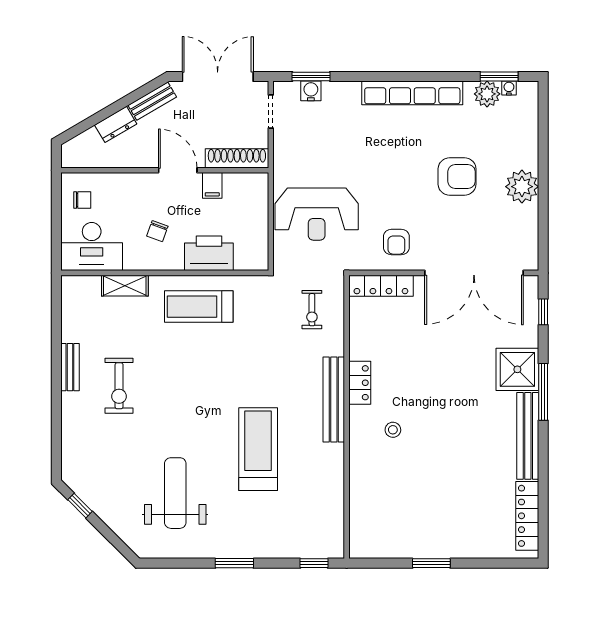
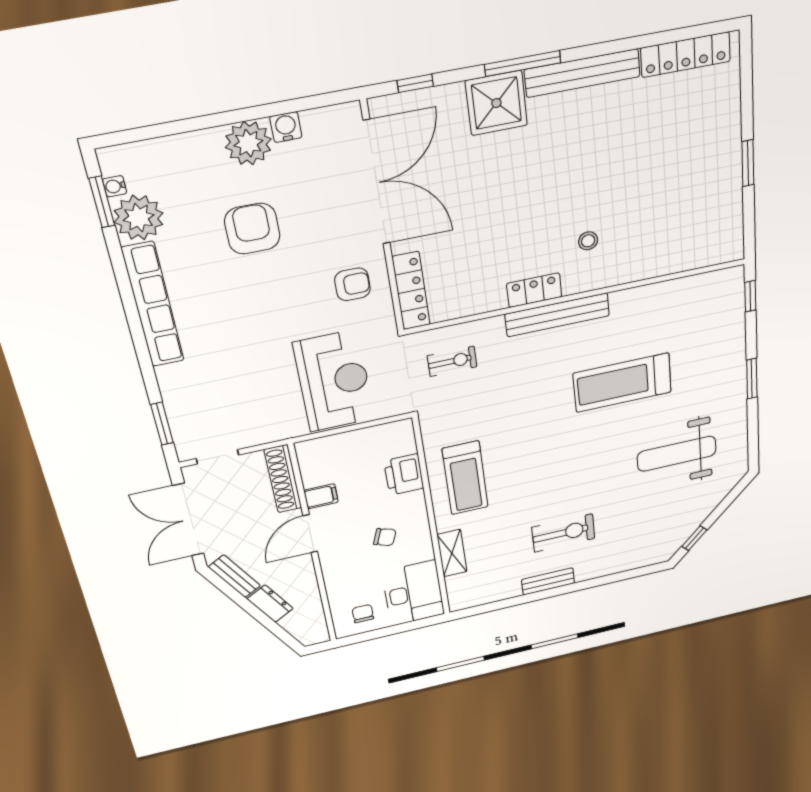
water cooler: (311, 91) -> (286, 127), moved, turned 90
plant: (487, 94) -> (139, 218), width x1.36, depth x1.36
printer: (209, 253) -> (404, 475), width x0.73, depth x0.84

